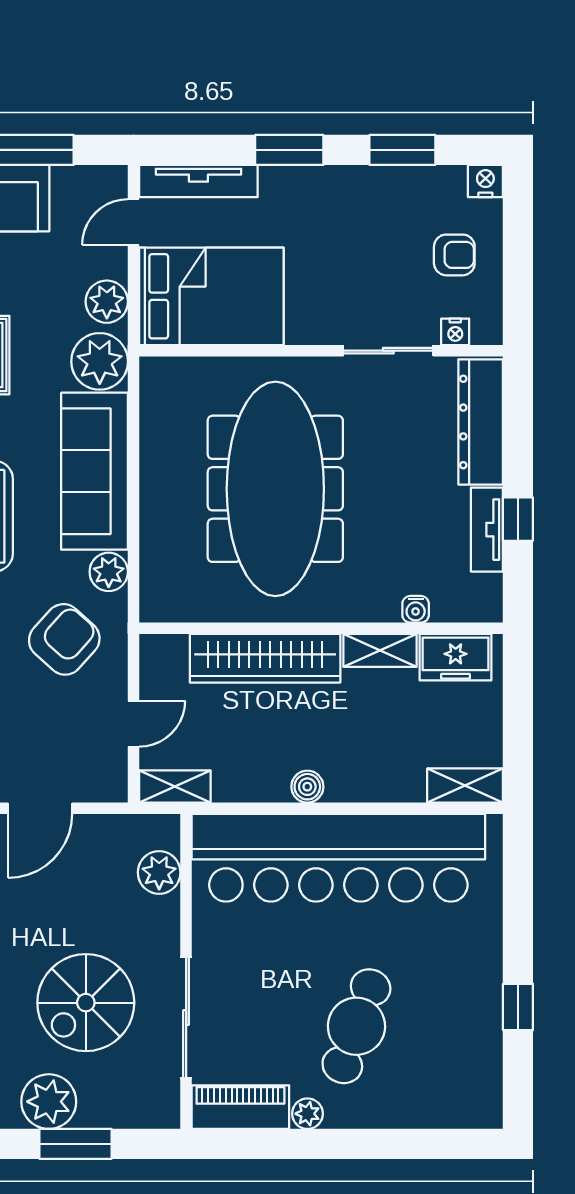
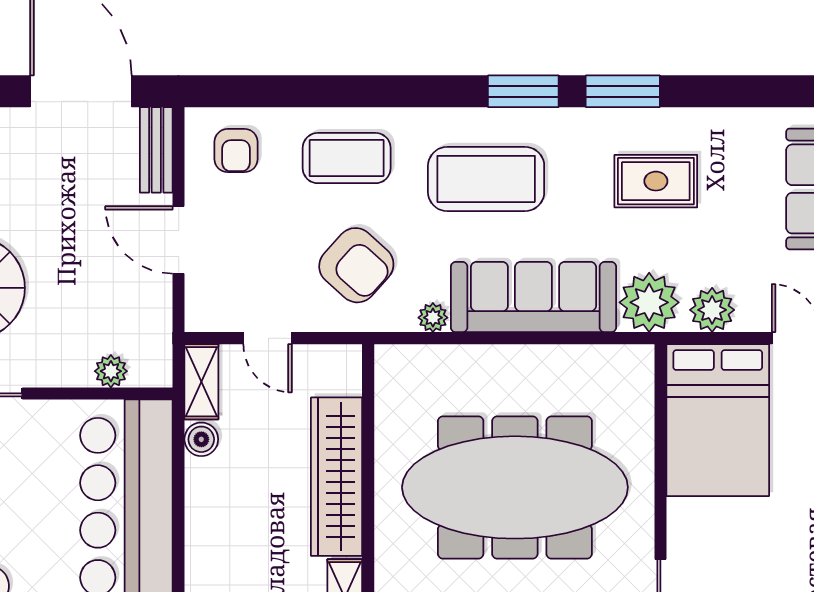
plant: (109, 572) -> (433, 318), width x0.73, depth x0.73
boiler: (307, 787) -> (201, 439), moved
plant: (159, 872) -> (111, 371), width x0.73, depth x0.73

